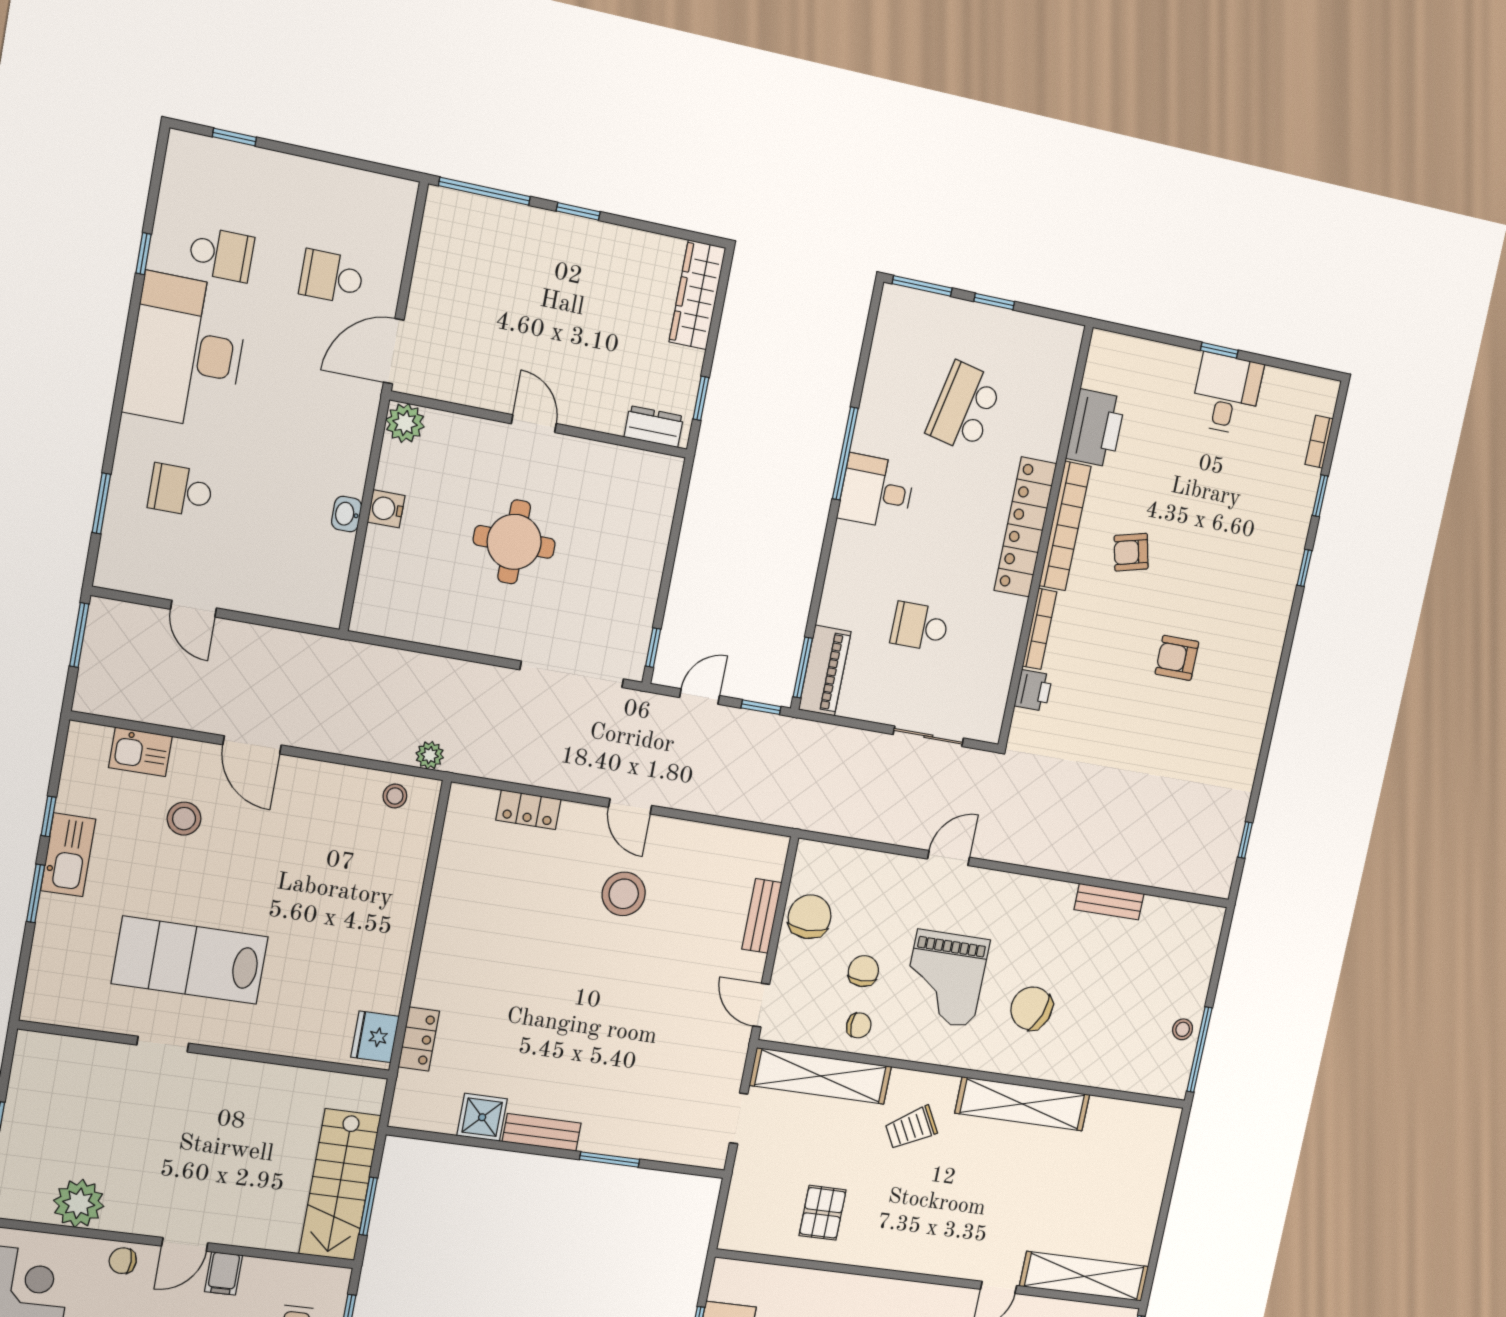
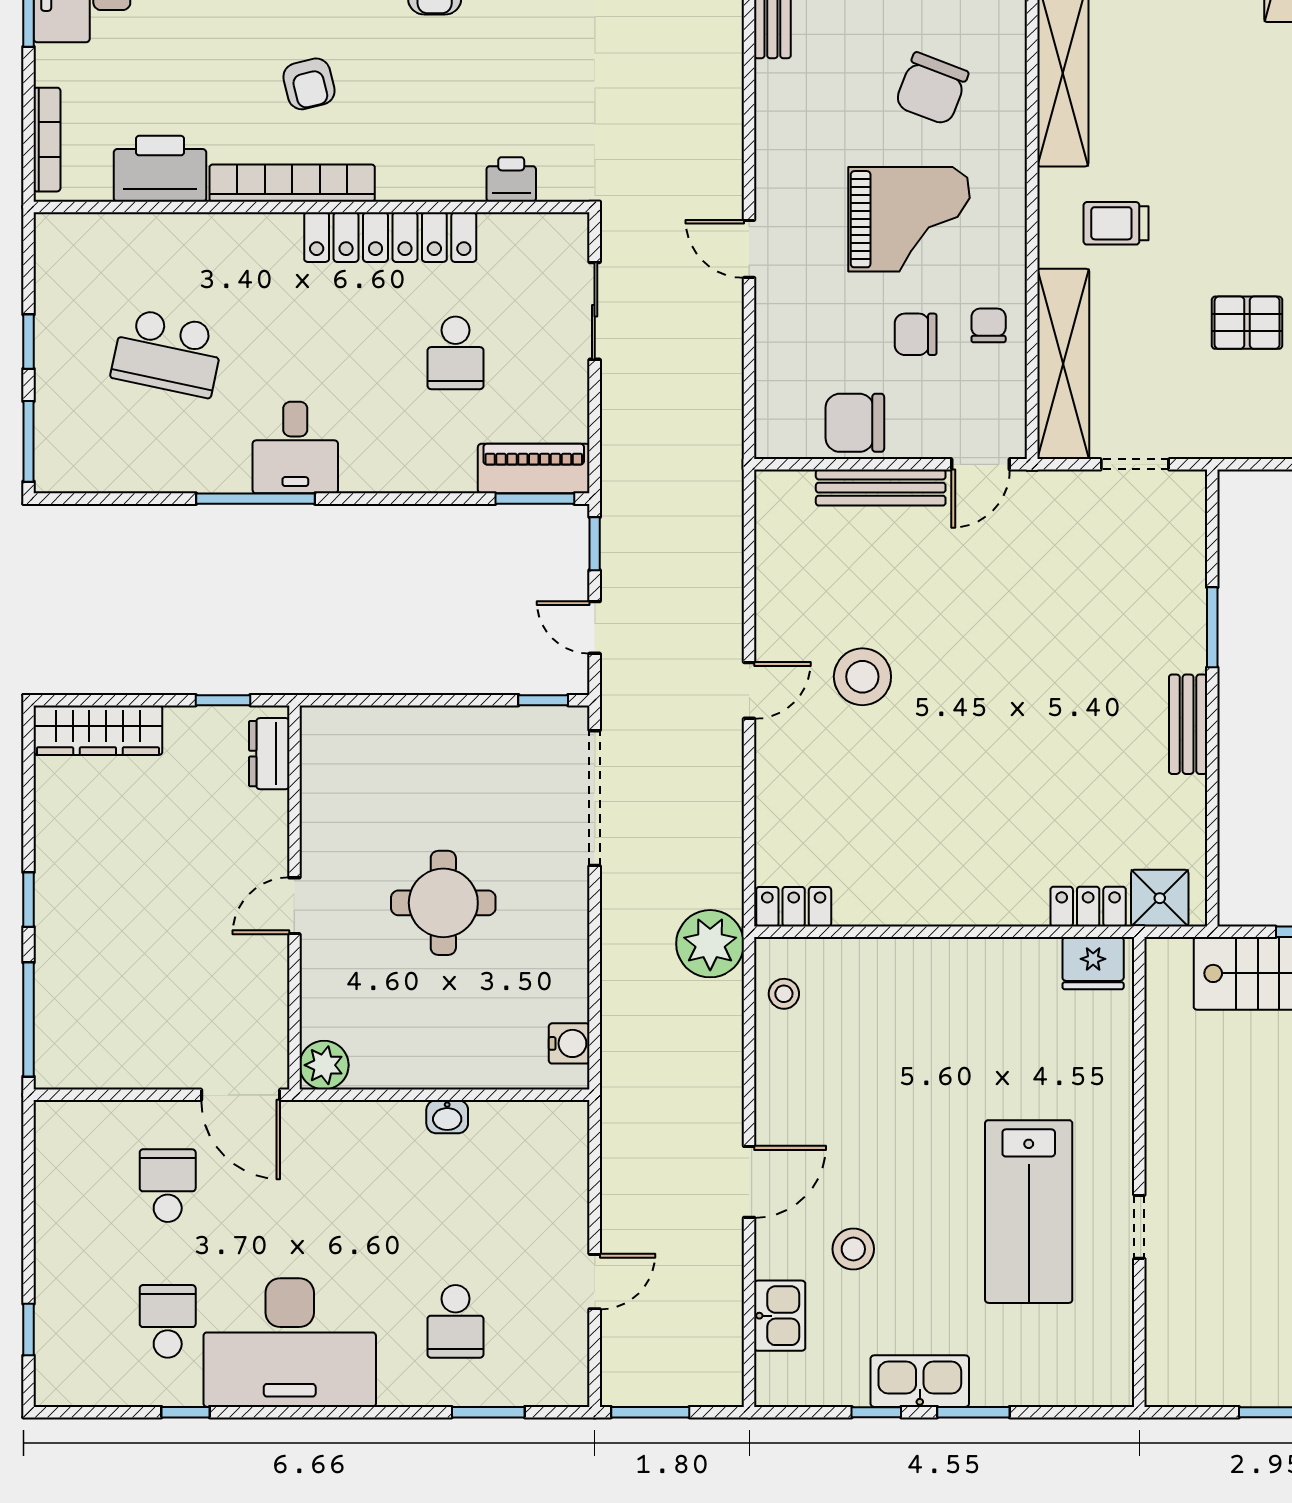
school desk: (332, 277) -> (168, 1186), turned 180
water cooler: (386, 509) -> (569, 1043), moved, turned -90
locker: (1025, 527) -> (390, 237), moved
bookcase: (1040, 629) -> (47, 140), moved, turned 90
plant: (430, 755) -> (710, 944), width x1.87, depth x1.87
locker: (528, 810) -> (794, 907), moved, turned -90
bench: (762, 916) -> (881, 488), width x1.36
shower: (482, 1117) -> (1160, 898), moved
trolley: (911, 1128) -> (1116, 223), turned 120

